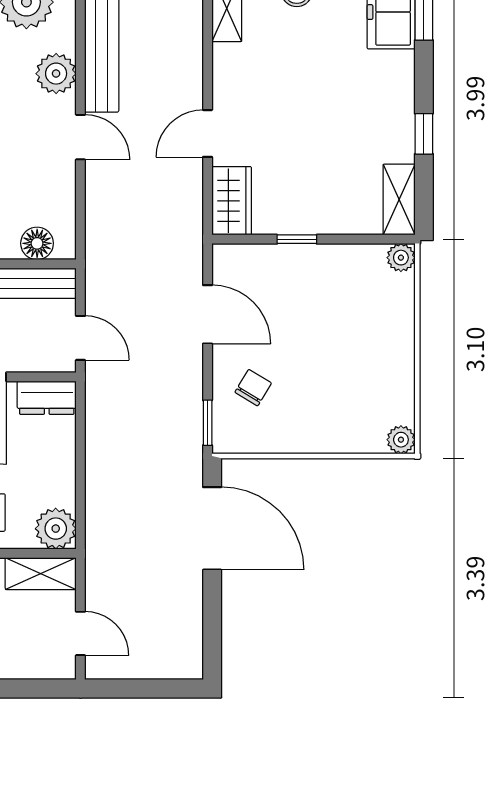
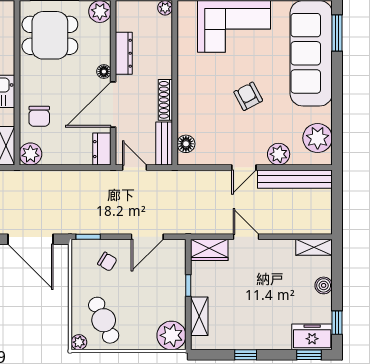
shelving: (399, 199) -> (199, 316), moved, turned 90
plant: (401, 258) -> (171, 335), width x1.87, depth x1.87
door: (80, 338) -> (134, 168), swing flipped
cafe table: (361, 394) -> (104, 320), added
door: (212, 528) -> (31, 239), hinge flipped

